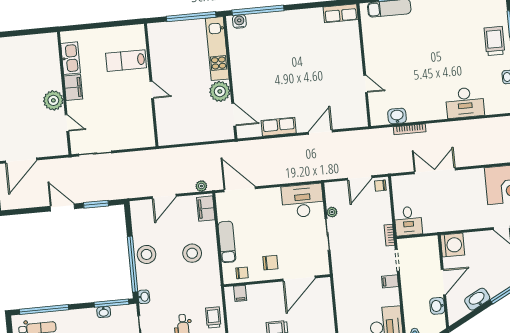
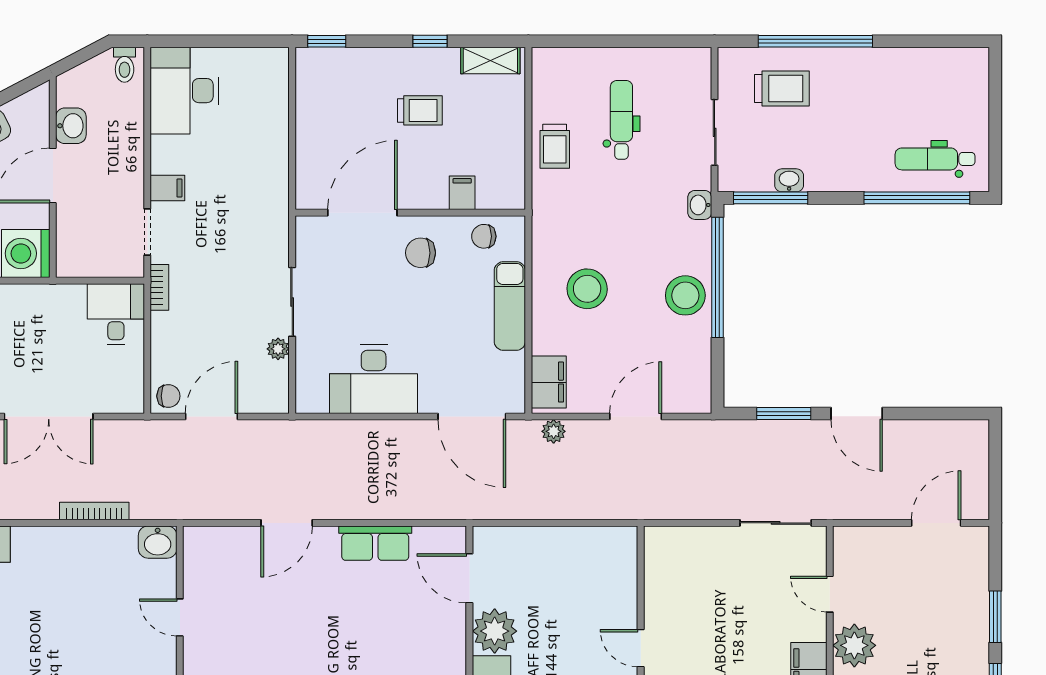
washbasin: (397, 116) -> (158, 542), moved
door: (21, 161) -> (936, 523), width x0.73
desk: (303, 201) -> (374, 379), moved
filing cabinet: (240, 293) -> (462, 193), moved

